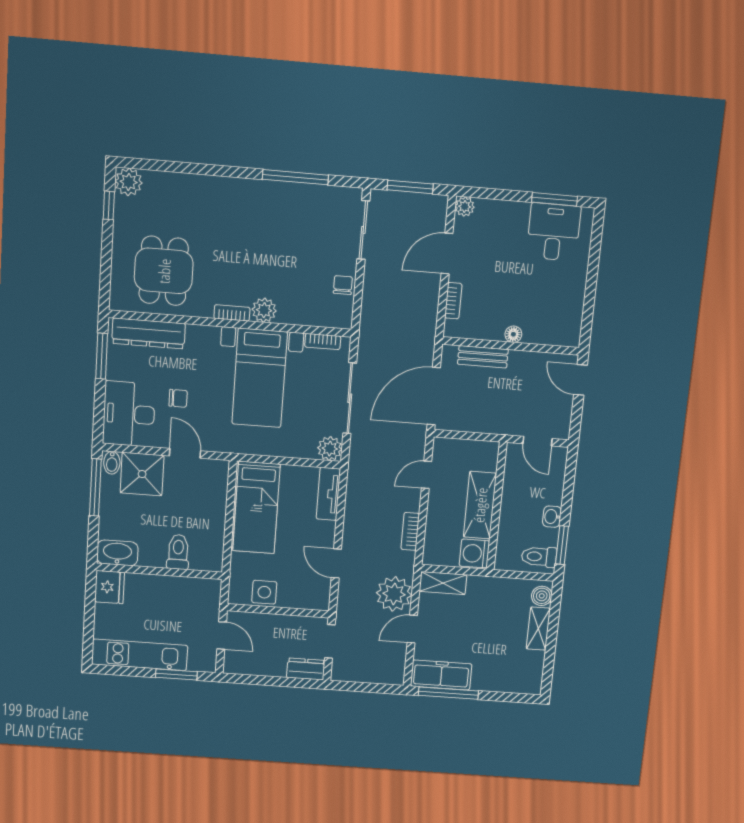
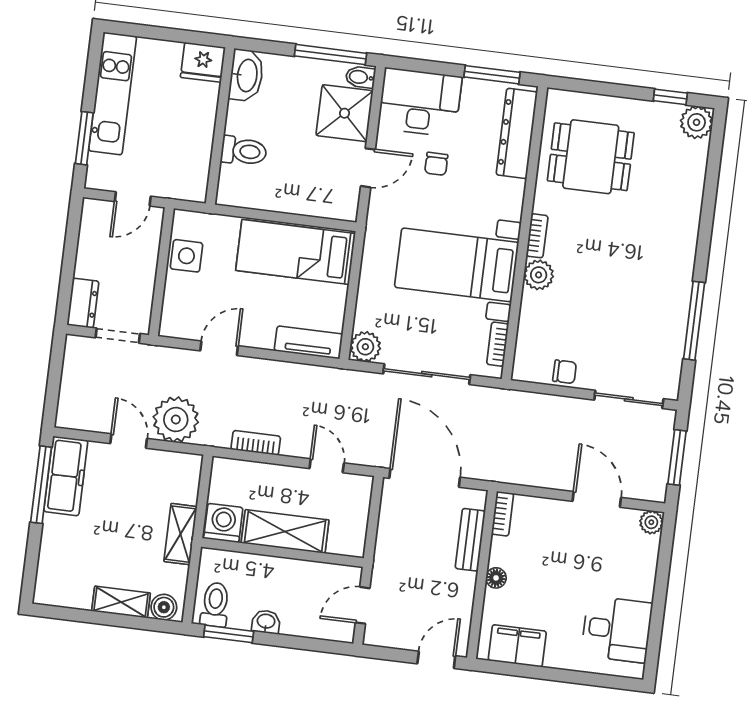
window: (555, 199) -> (655, 631), removed
bookcase: (453, 301) -> (503, 514), moved, turned -90
filing cabinet: (568, 314) -> (517, 646), added
shelving: (443, 583) -> (180, 534), moved

